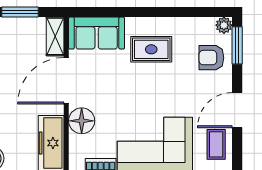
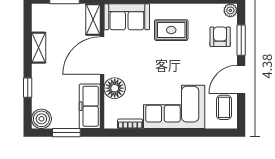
window: (237, 45) -> (241, 40), moved
armchair: (211, 58) -> (220, 37), turned 90

